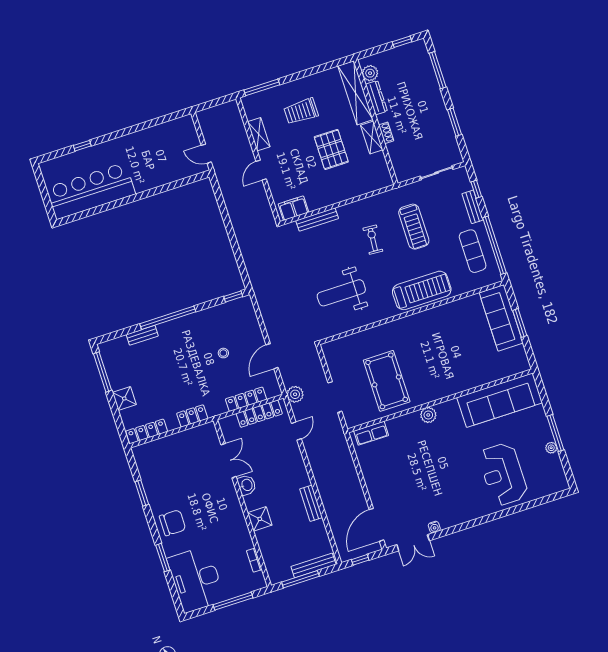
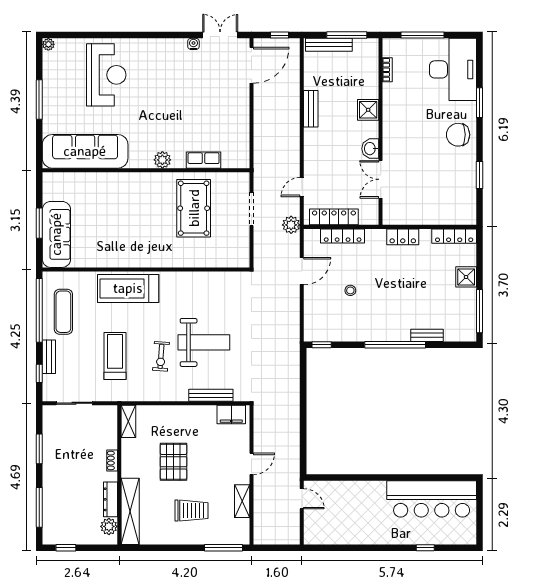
shelving: (372, 137) -> (128, 421), moved
weight bench: (341, 293) -> (204, 342), moved
row of seats: (371, 433) -> (204, 160), moved
plant: (551, 448) -> (48, 44), moved

